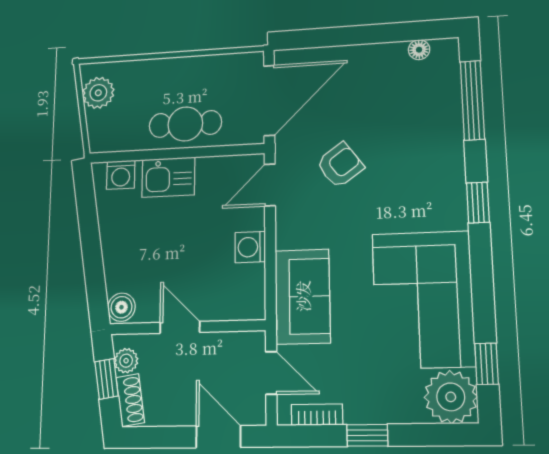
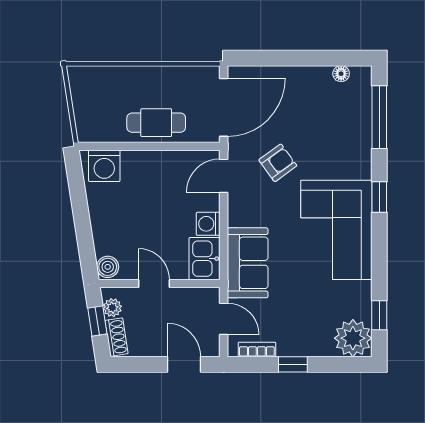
plant: (98, 93) -> (84, 92), removed
washing machine: (121, 175) -> (104, 166), width x1.38, depth x1.38
kitchen sink: (168, 177) -> (204, 259), moved, turned 90
corner sofa: (423, 299) -> (336, 230), moved

